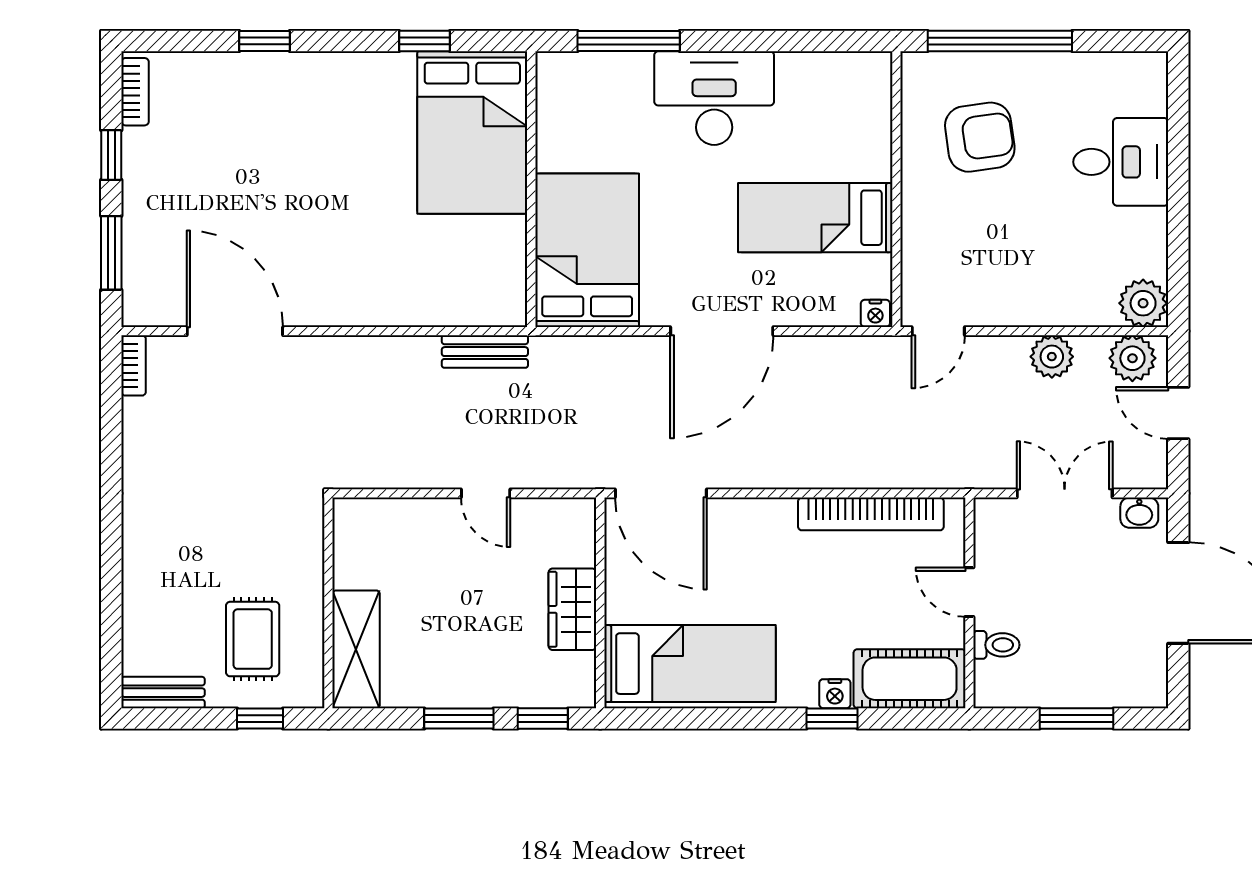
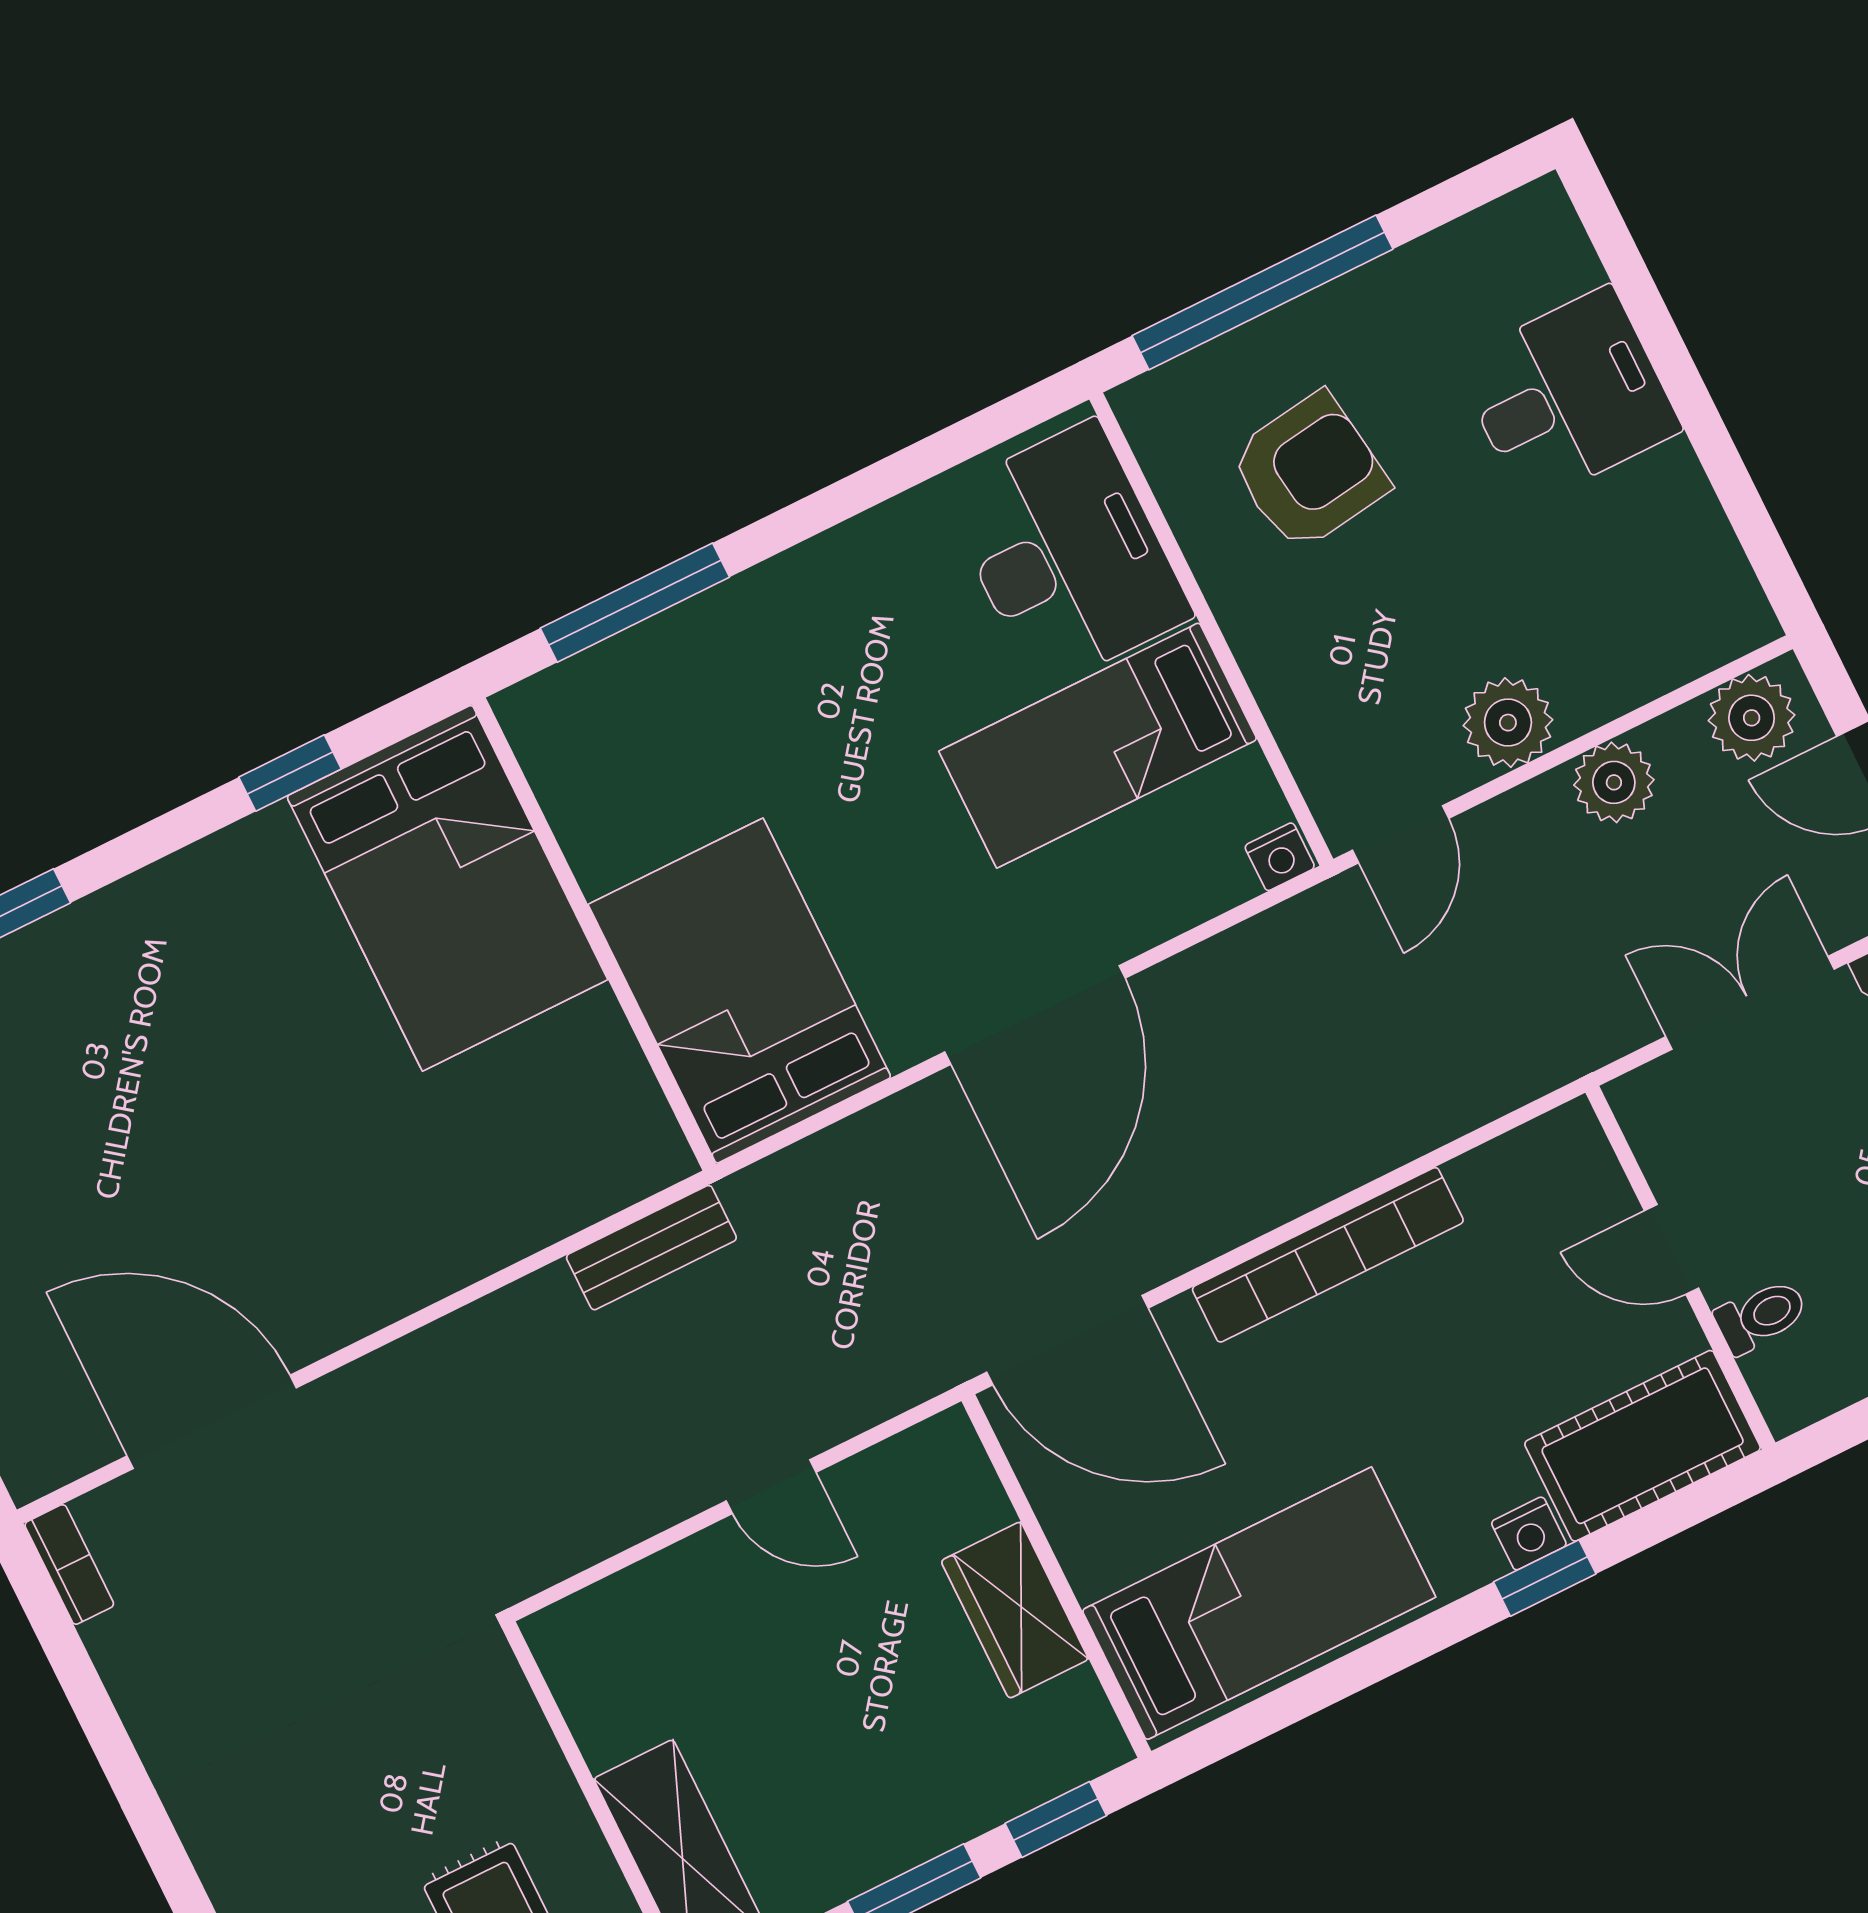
desk: (714, 98) -> (1067, 555), moved, turned 90
plant: (1143, 303) -> (1508, 723), moved
bookcase: (871, 514) -> (1328, 1255), moved

